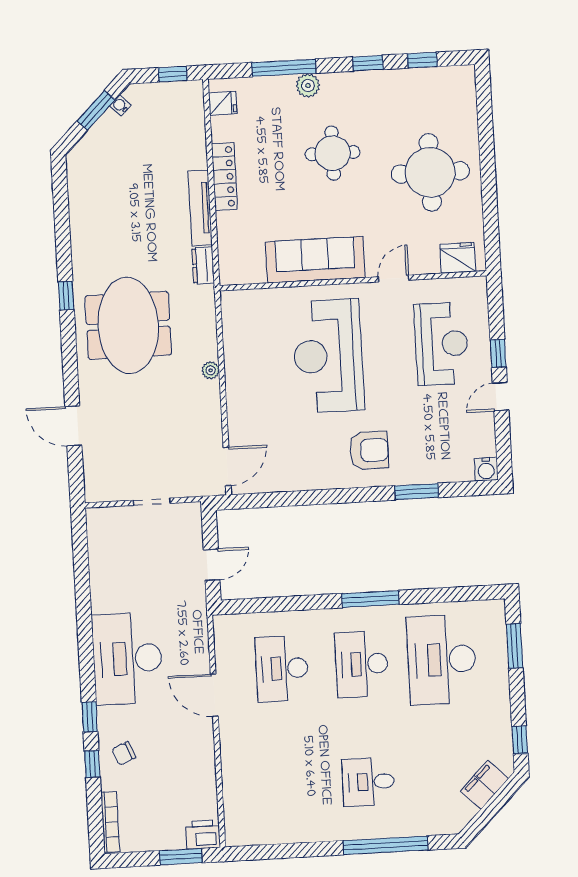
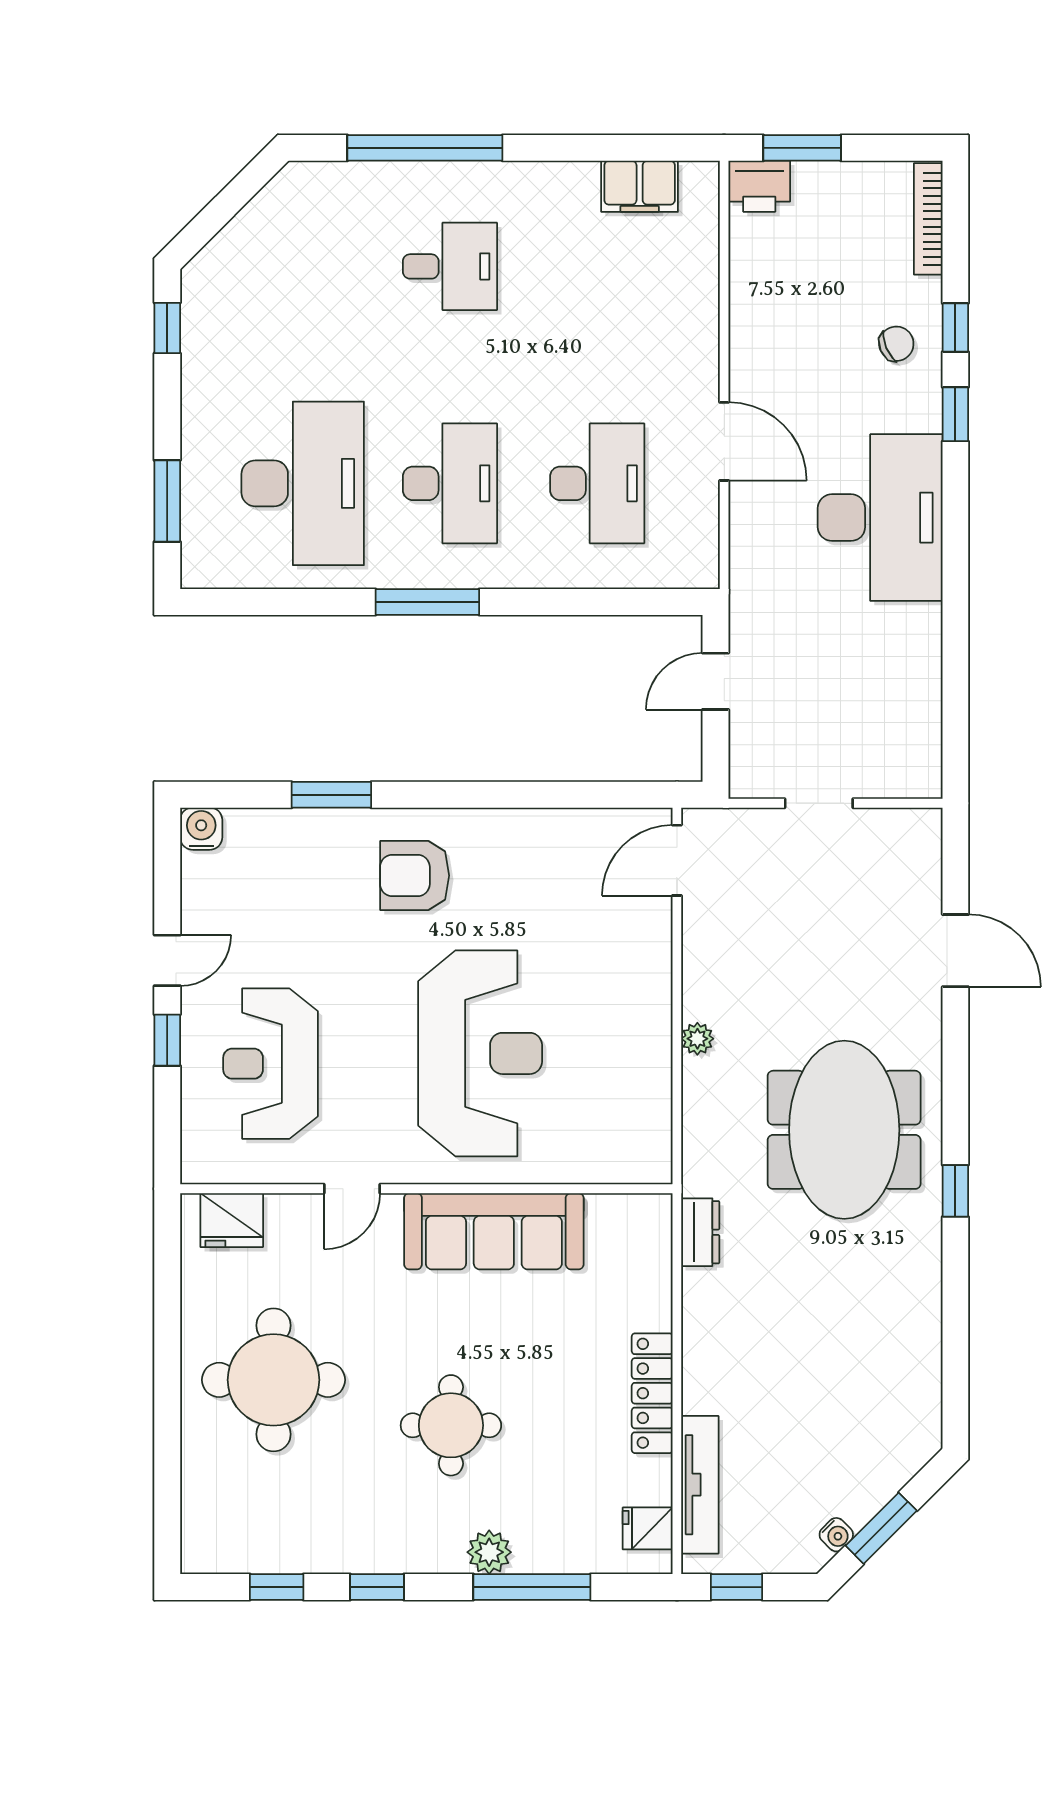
tv unit: (200, 208) -> (700, 1485), moved
filing cabinet: (485, 785) -> (640, 186), moved, turned 45

